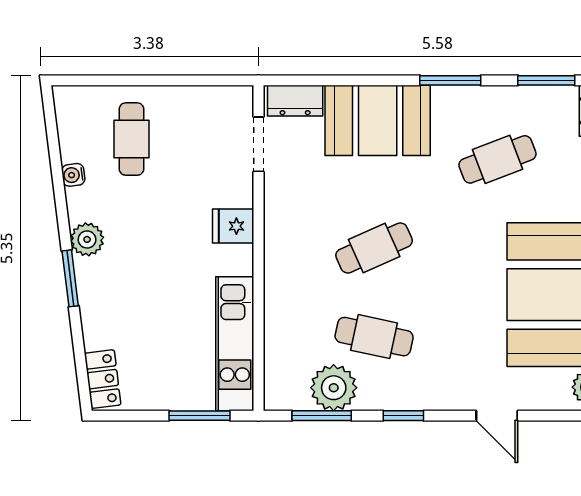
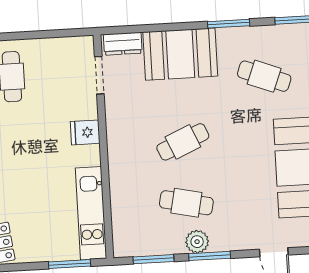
cafe table: (497, 159) -> (264, 76), turned 42
plant: (334, 388) -> (197, 242), moved, width x0.73, depth x0.73
window: (403, 416) -> (210, 256), width x1.50

